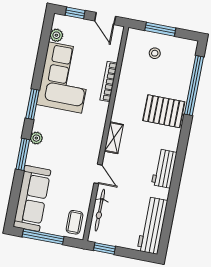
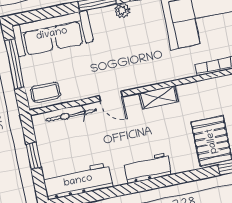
door: (98, 174) -> (111, 96), hinge flipped
window: (104, 248) -> (34, 156), moved

